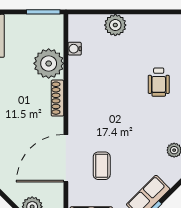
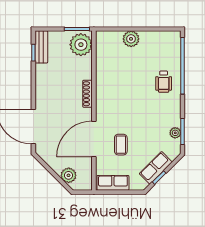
water cooler: (75, 49) -> (100, 57), removed
plant: (49, 63) -> (81, 45), moved

